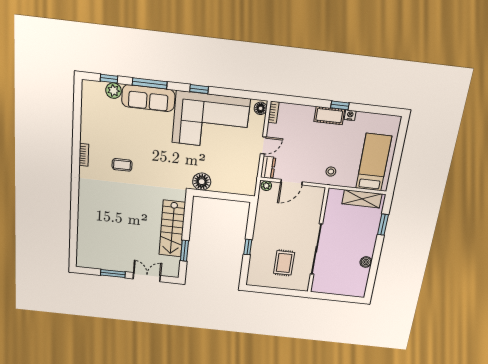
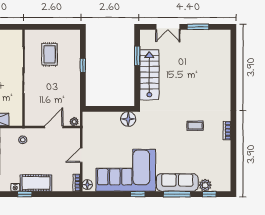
cot: (329, 116) -> (36, 183), width x1.37, depth x1.34
dresser: (268, 167) -> (75, 137), removed

